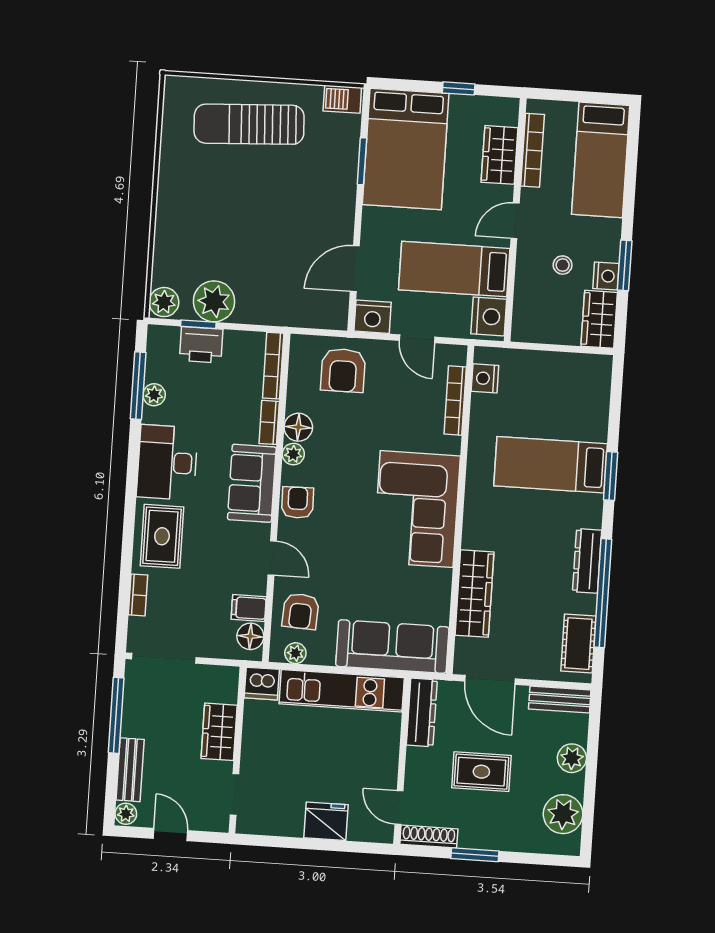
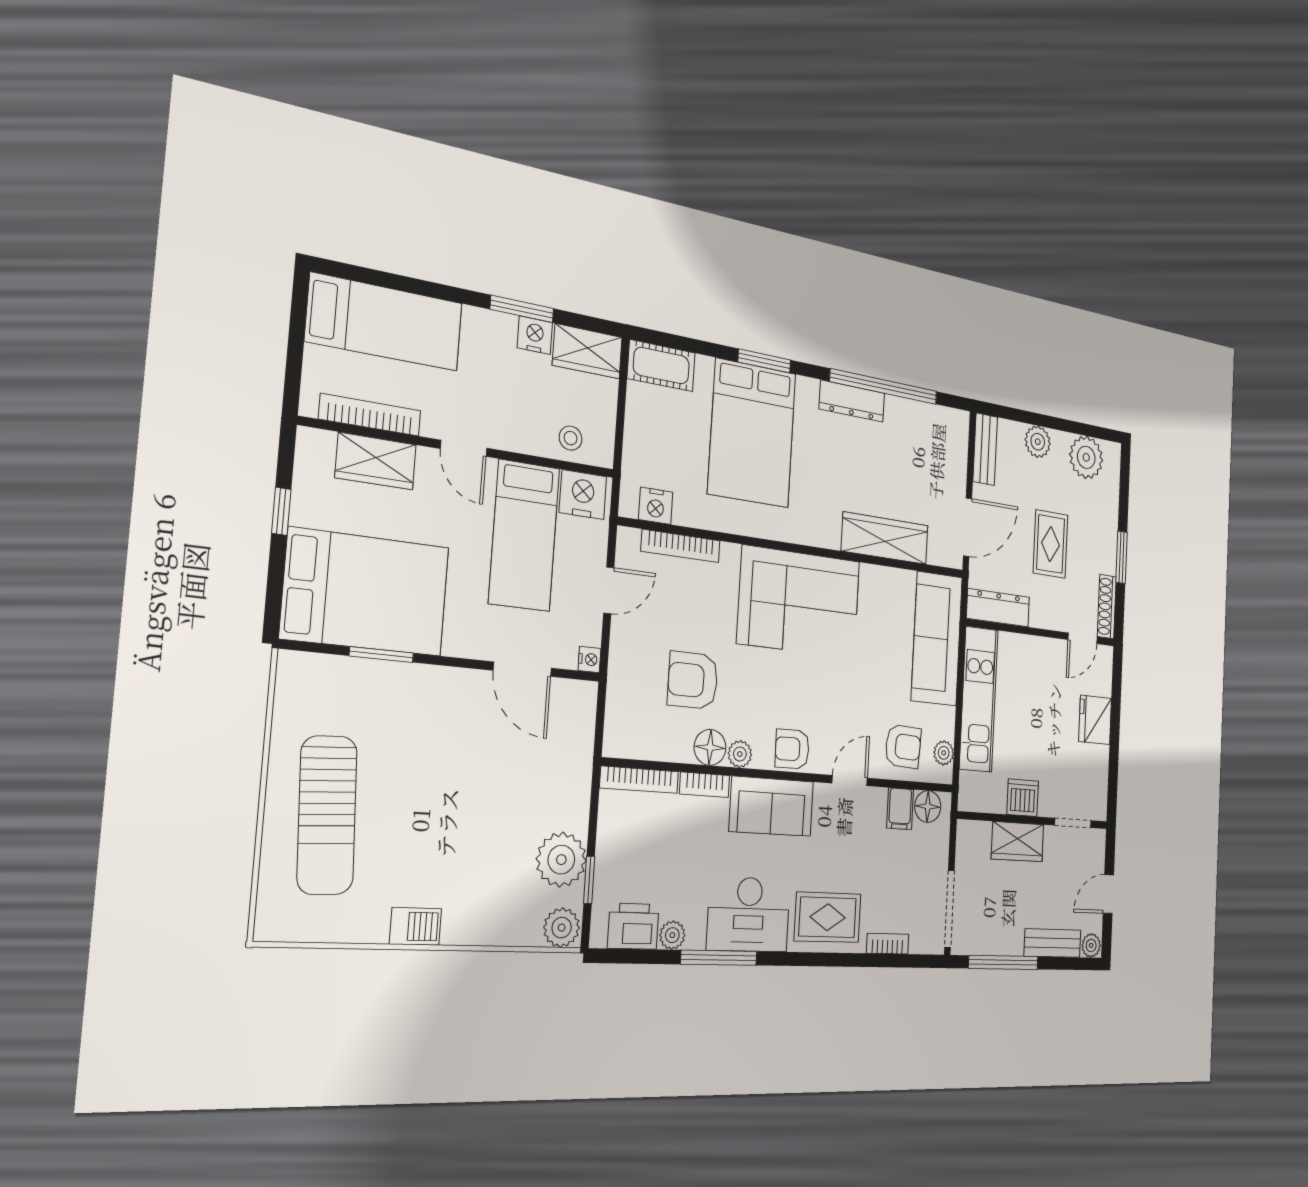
barbecue: (342, 99) -> (416, 926), moved, turned -90
stool: (563, 265) -> (571, 438), moved
nightstand: (373, 317) -> (589, 659), width x0.53, depth x0.56
printer: (201, 345) -> (633, 926), moved, turned -90
armchair: (343, 370) -> (693, 680), moved, turned 180
window: (138, 386) -> (719, 958), moved
bed: (551, 465) -> (752, 433), width x1.50
cot: (578, 644) -> (661, 366), moved
dishwasher: (262, 684) -> (1023, 798), moved, turned -90

